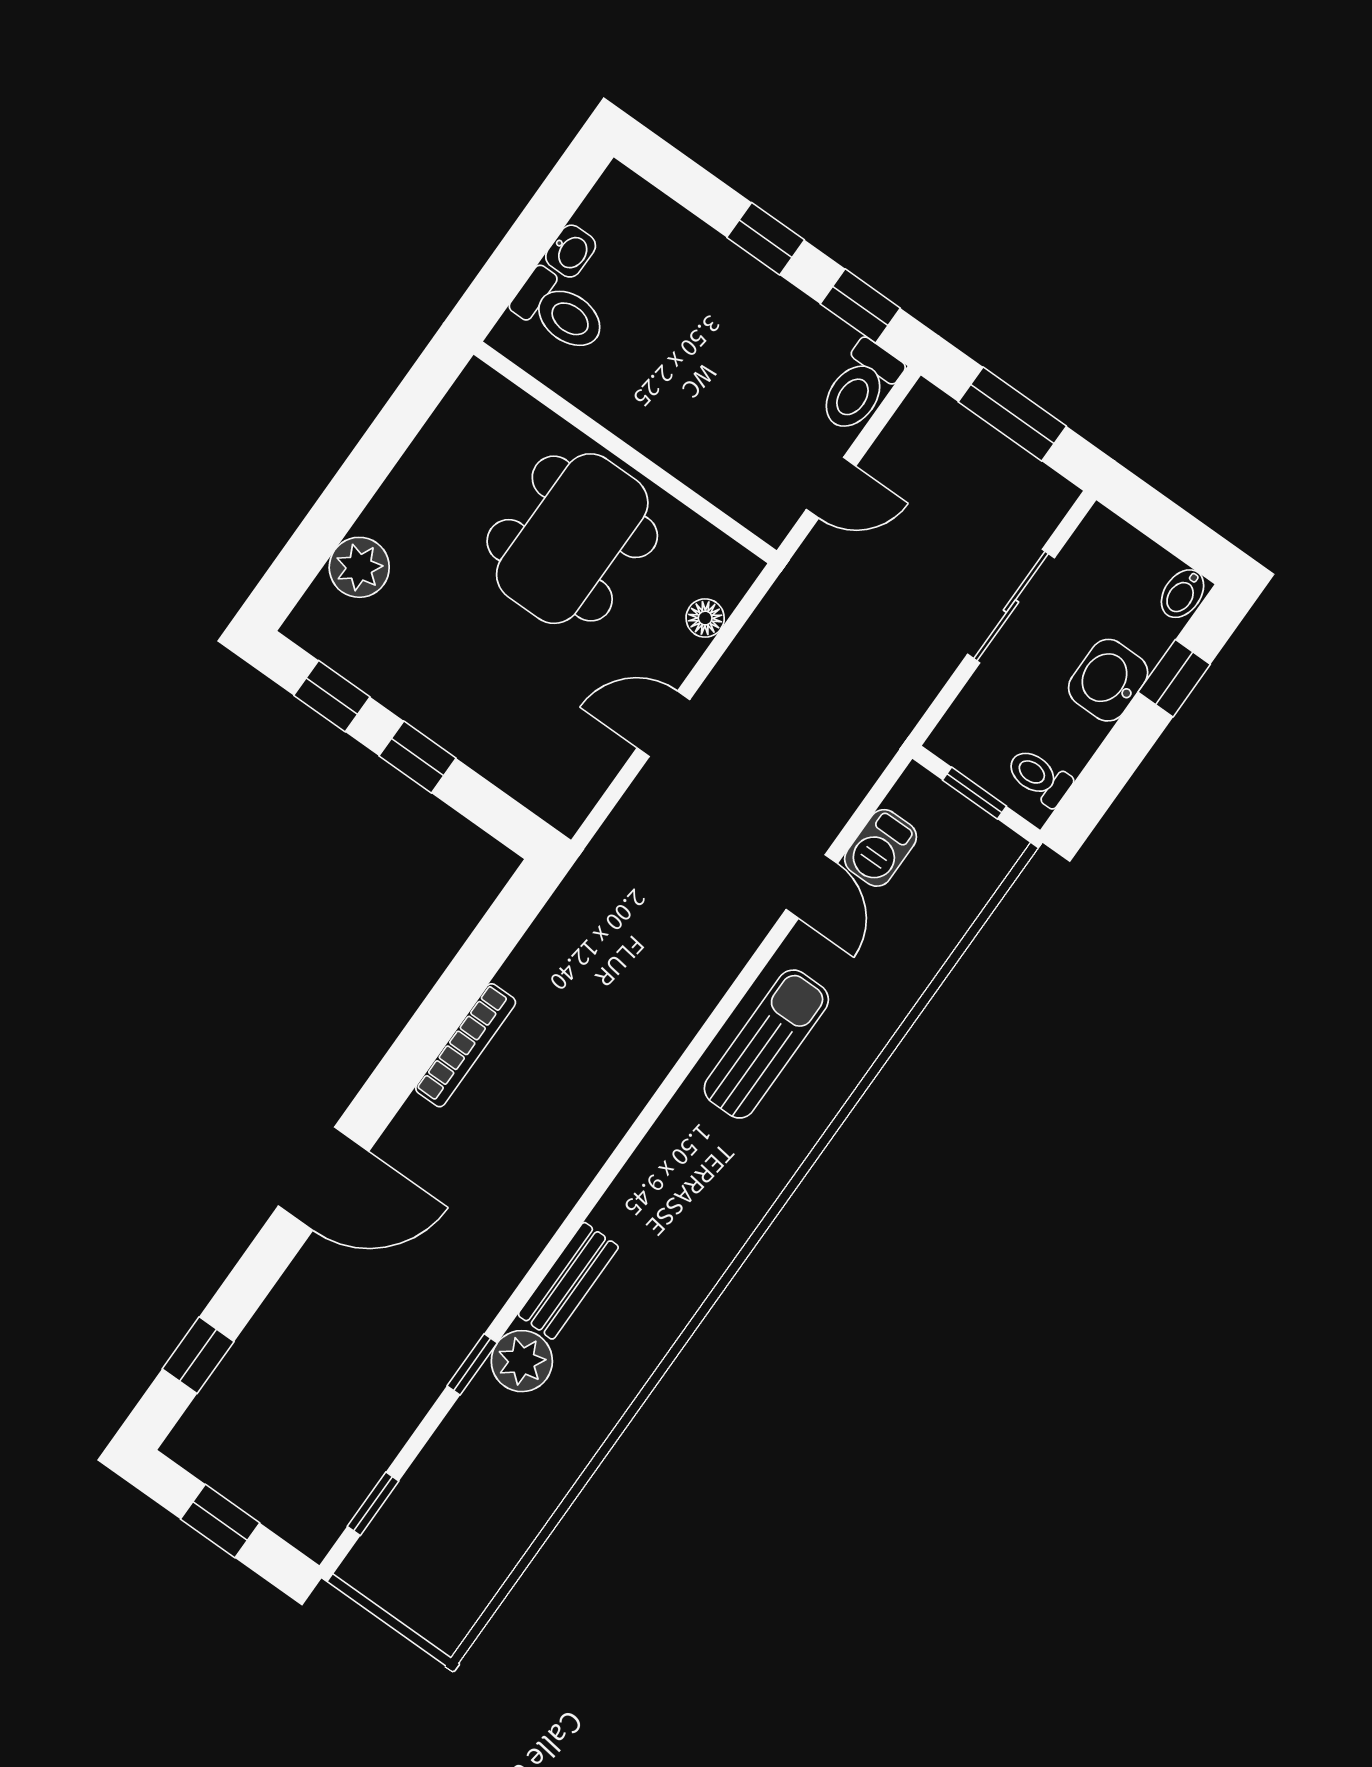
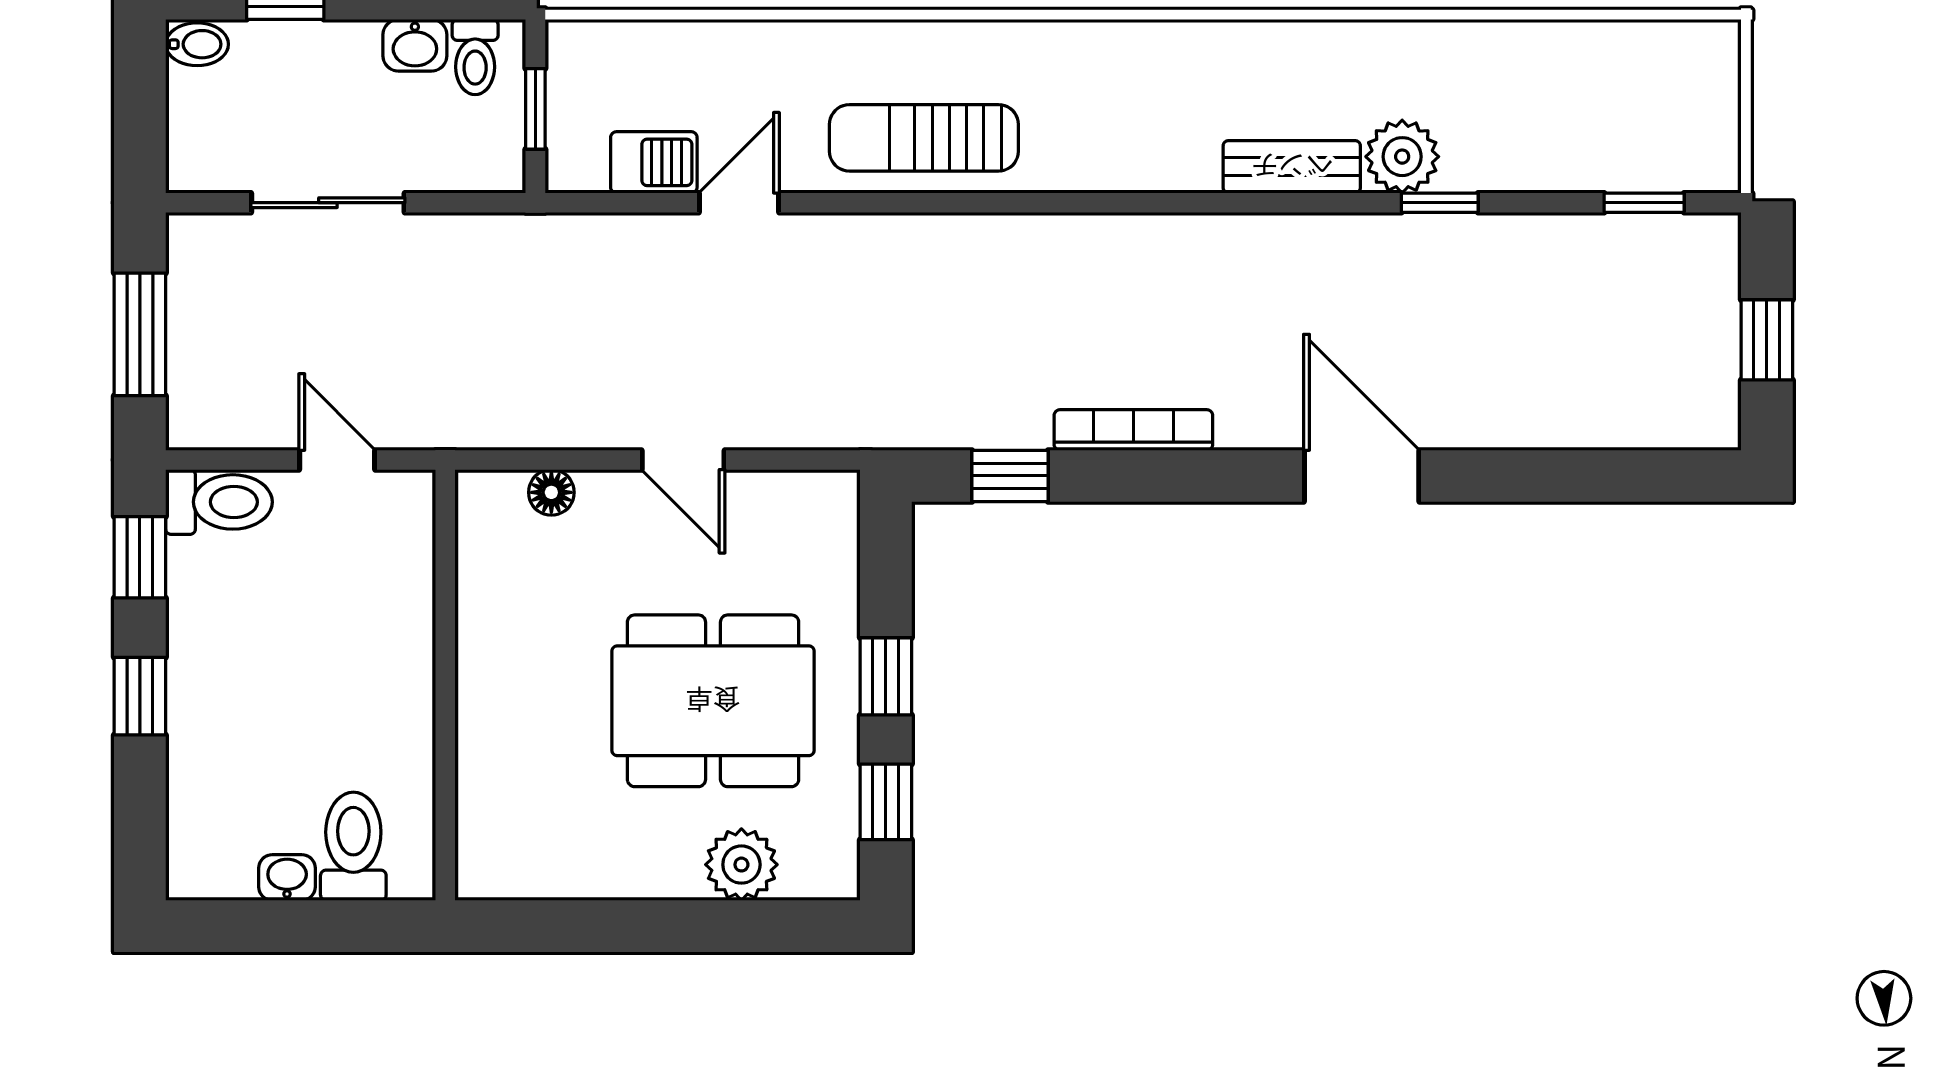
dining table: (572, 539) -> (713, 701), moved
washbasin: (1108, 680) -> (415, 45), moved, width x0.72, depth x0.69
window: (198, 1355) -> (1010, 476), moved

